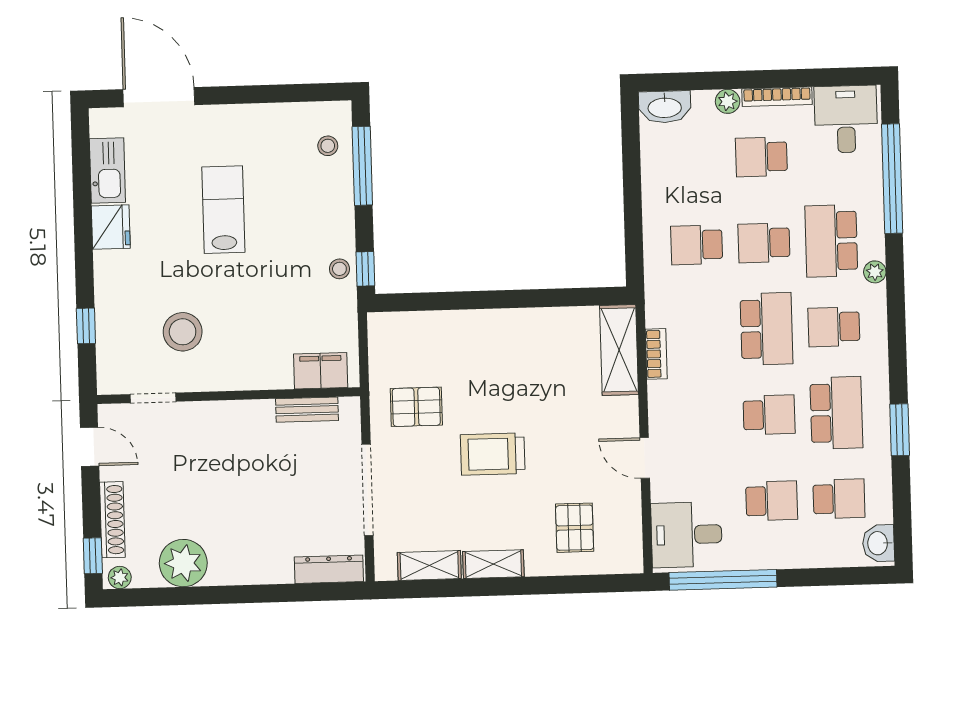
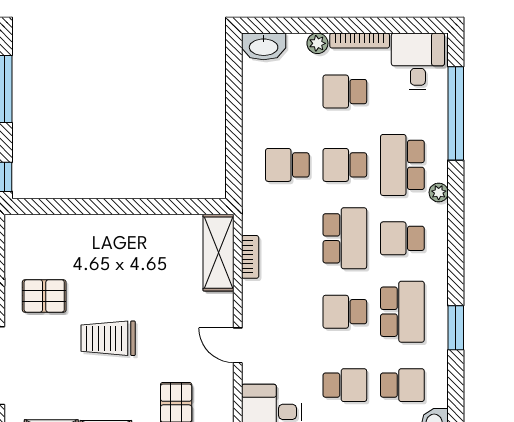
school desk: (769, 415) -> (345, 312), turned 180

